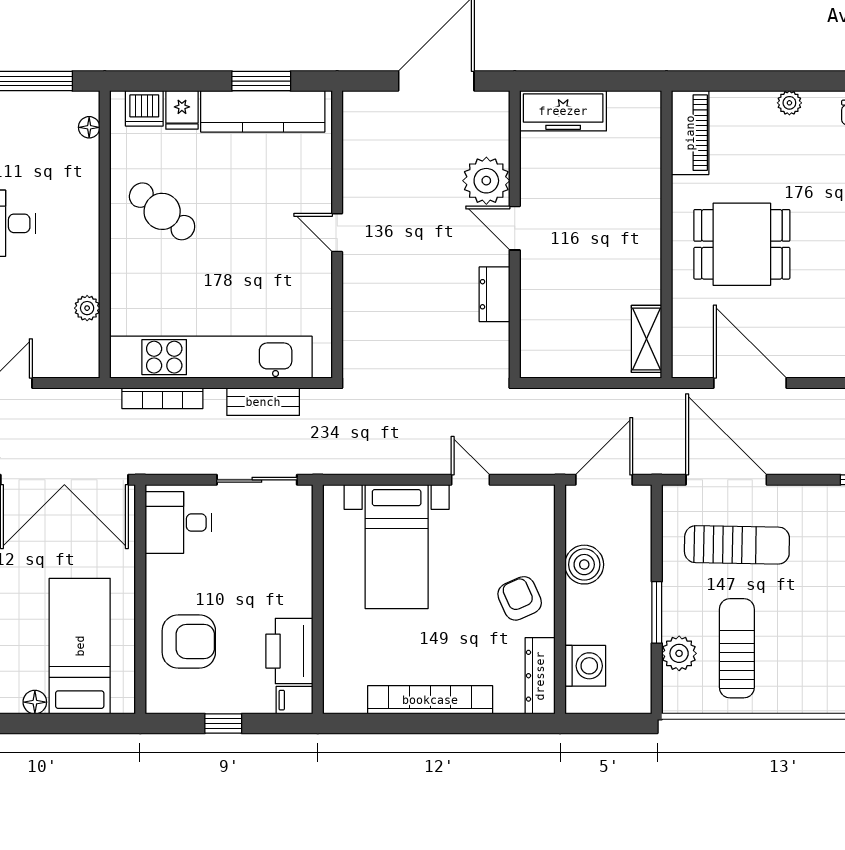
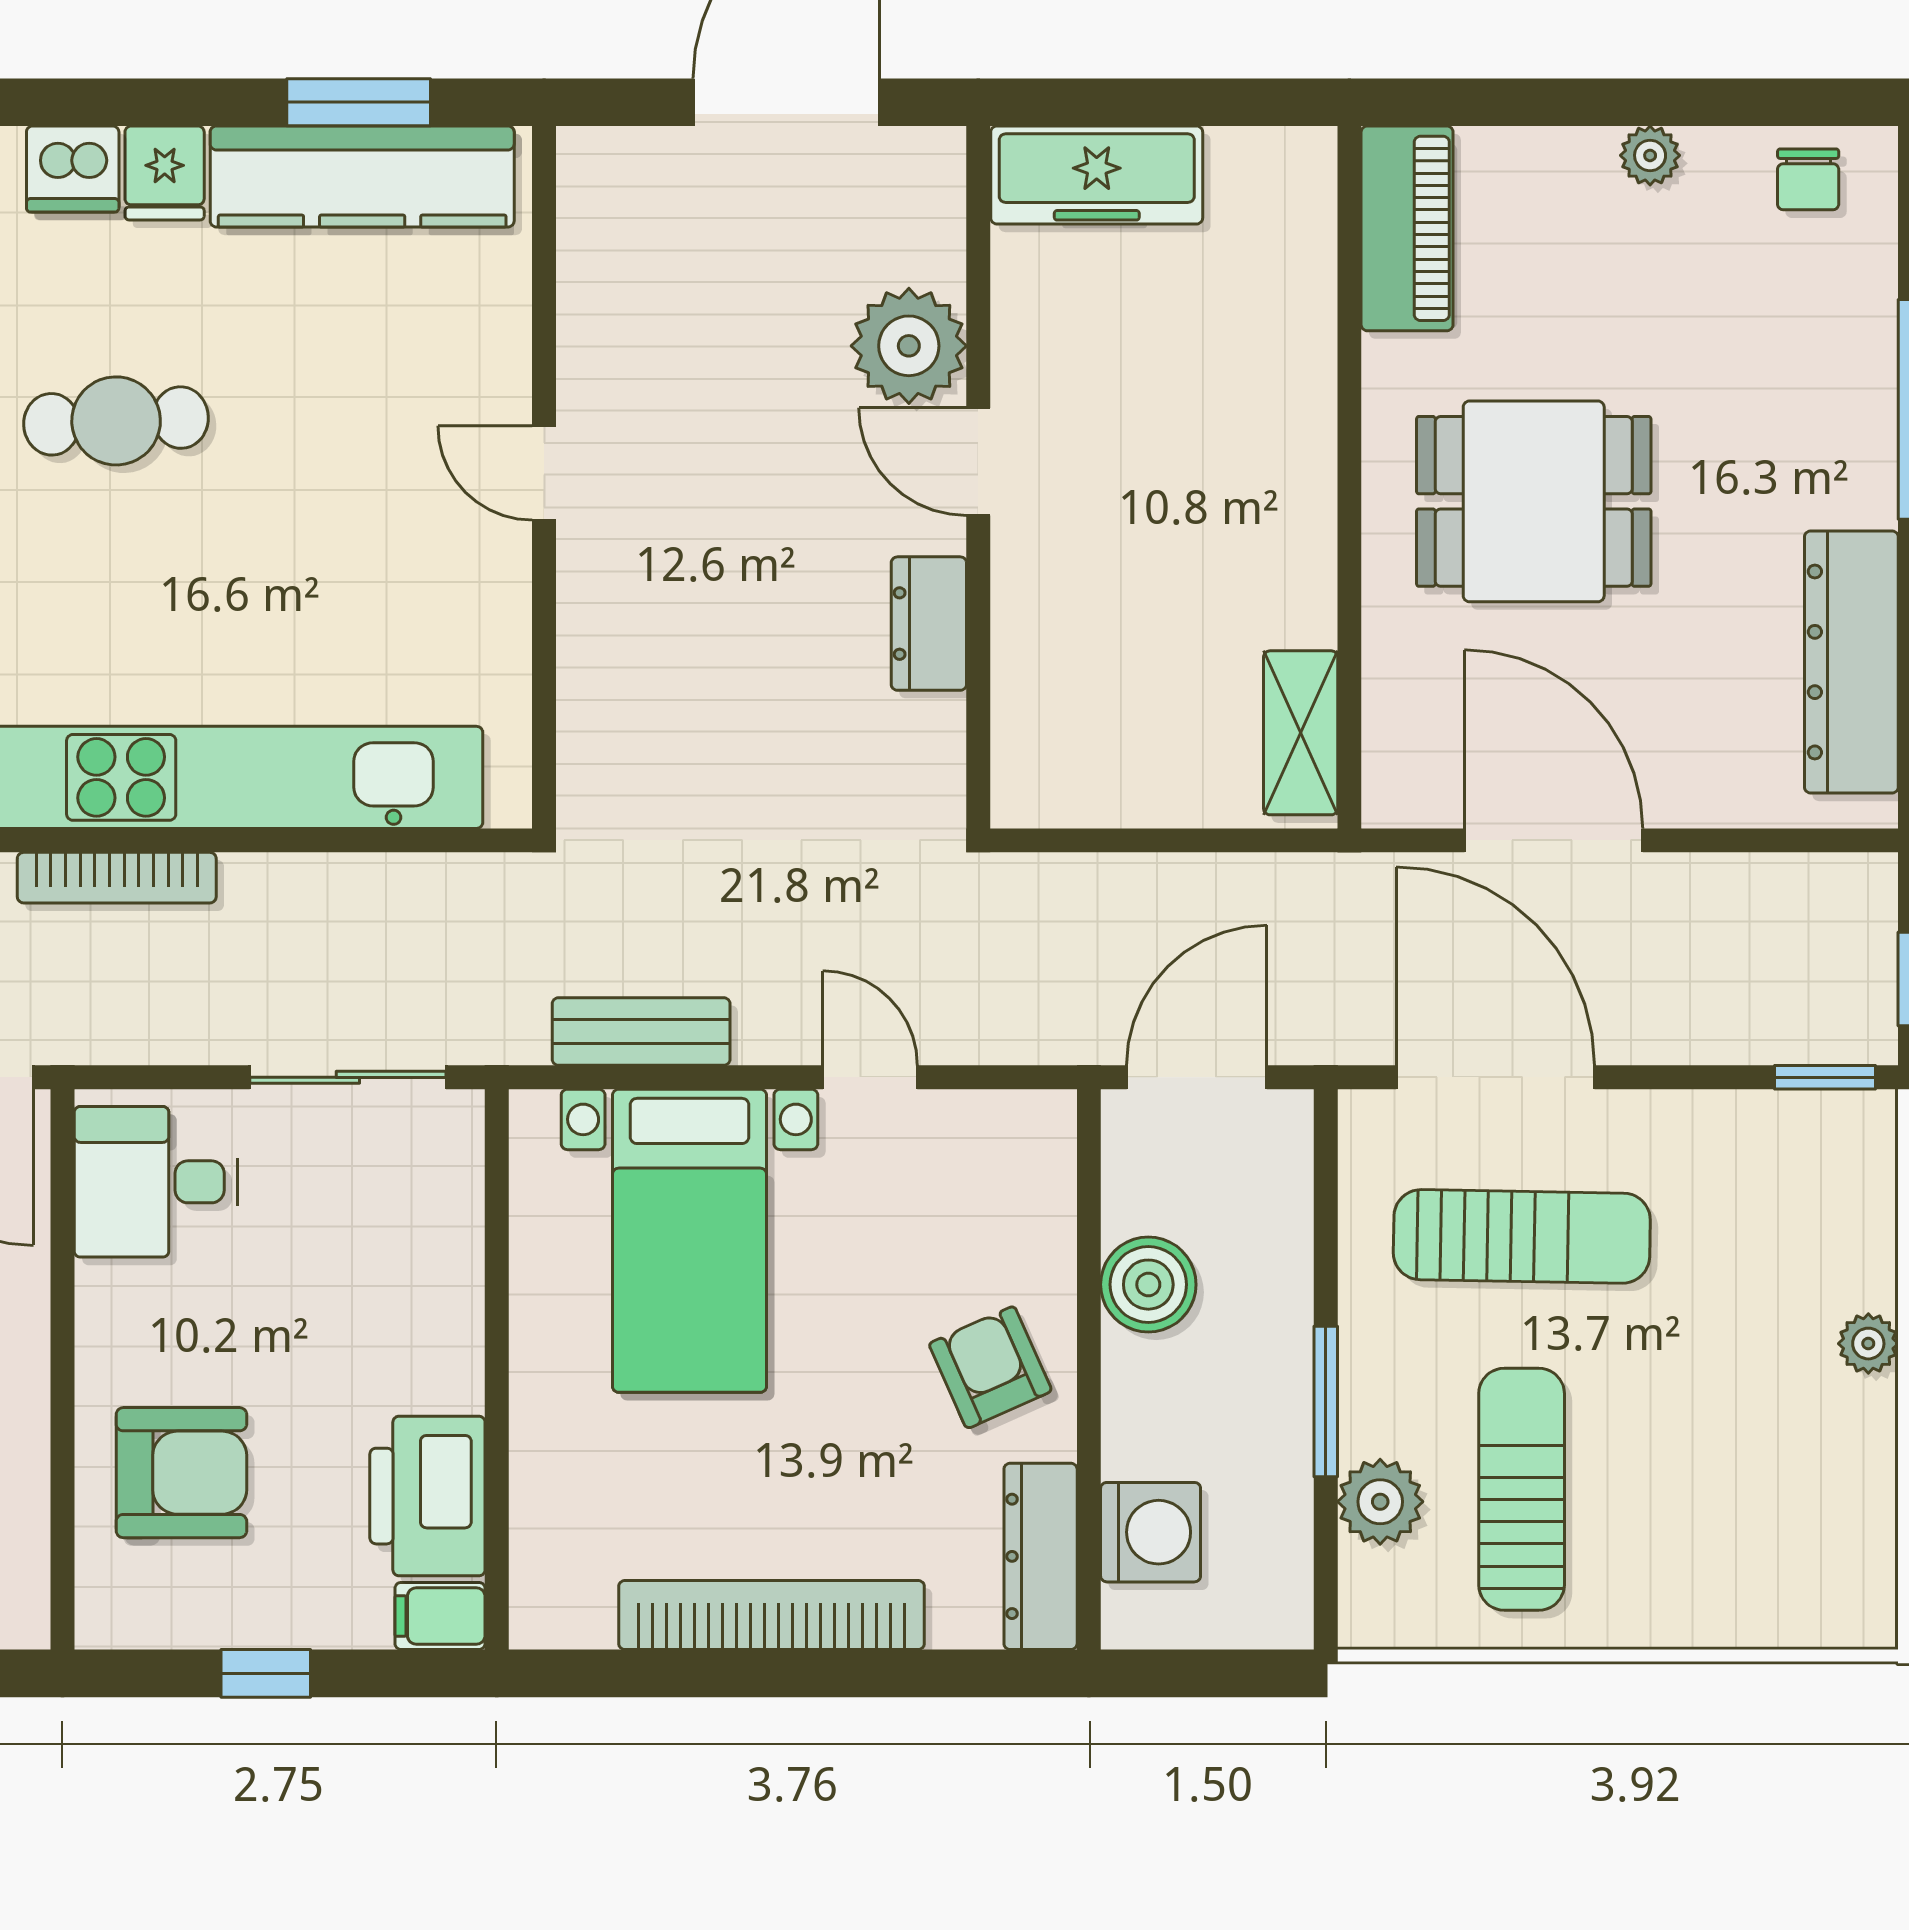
cafe table: (162, 211) -> (116, 421), turned -41
bench: (263, 402) -> (641, 1032), moved

